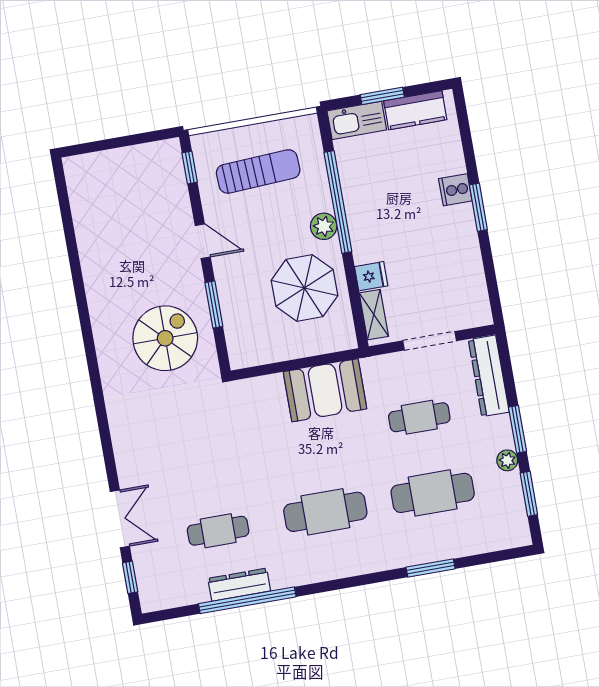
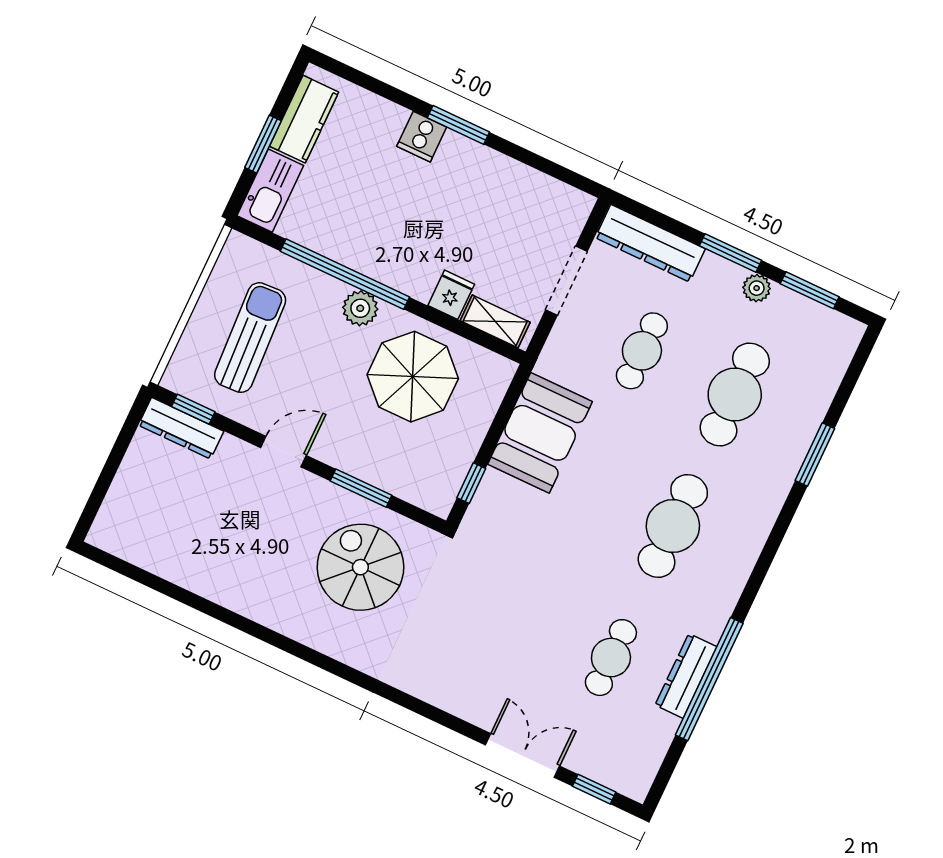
dresser: (173, 168) -> (181, 428), added
window: (265, 370) -> (471, 483), added

